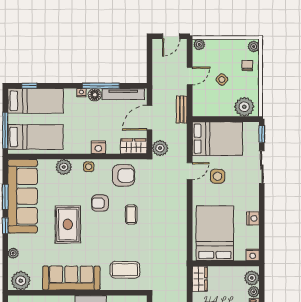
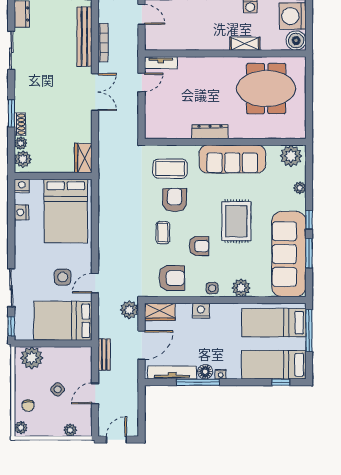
plant: (199, 44) -> (70, 430), moved
armchair: (123, 175) -> (172, 278), turned 180
nightstand: (253, 218) -> (21, 212), moved
armchair: (121, 243) -> (175, 200), added

